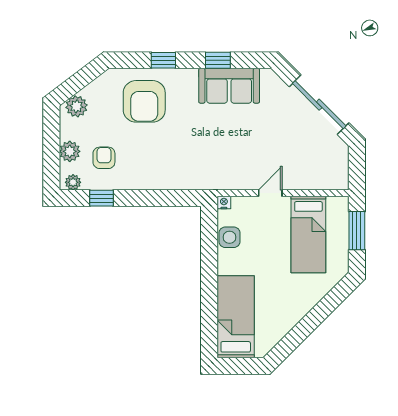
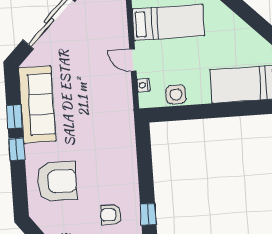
window: (163, 60) -> (17, 149), moved
sofa: (229, 86) -> (37, 105), width x1.36
nightstand: (224, 203) -> (143, 85), moved

